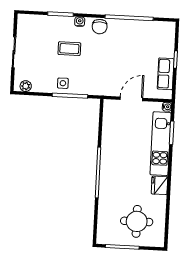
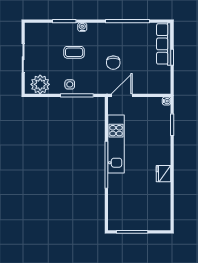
chair: (100, 27) -> (113, 63), moved
row of seats: (166, 74) -> (164, 44), moved, width x1.48
plant: (26, 86) -> (40, 84), width x1.87, depth x1.87
door: (131, 99) -> (122, 95), moved
kitchen unit: (161, 144) -> (116, 144), moved, turned 180
round table: (137, 221) -> (144, 208), removed

